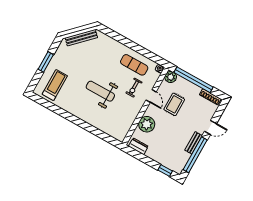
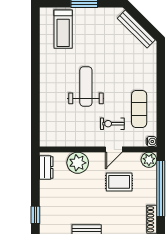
treadmill: (55, 85) -> (63, 29), turned 90

